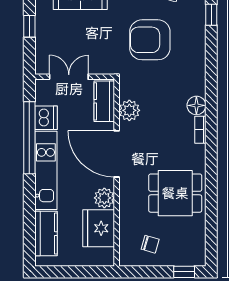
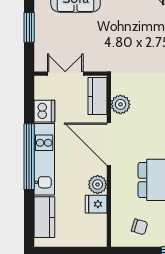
window: (29, 26) -> (29, 27), width x1.50
armchair: (150, 40) -> (139, 40), removed
window: (29, 138) -> (29, 157), moved
fridge: (99, 228) -> (96, 204), width x0.53, depth x0.75

